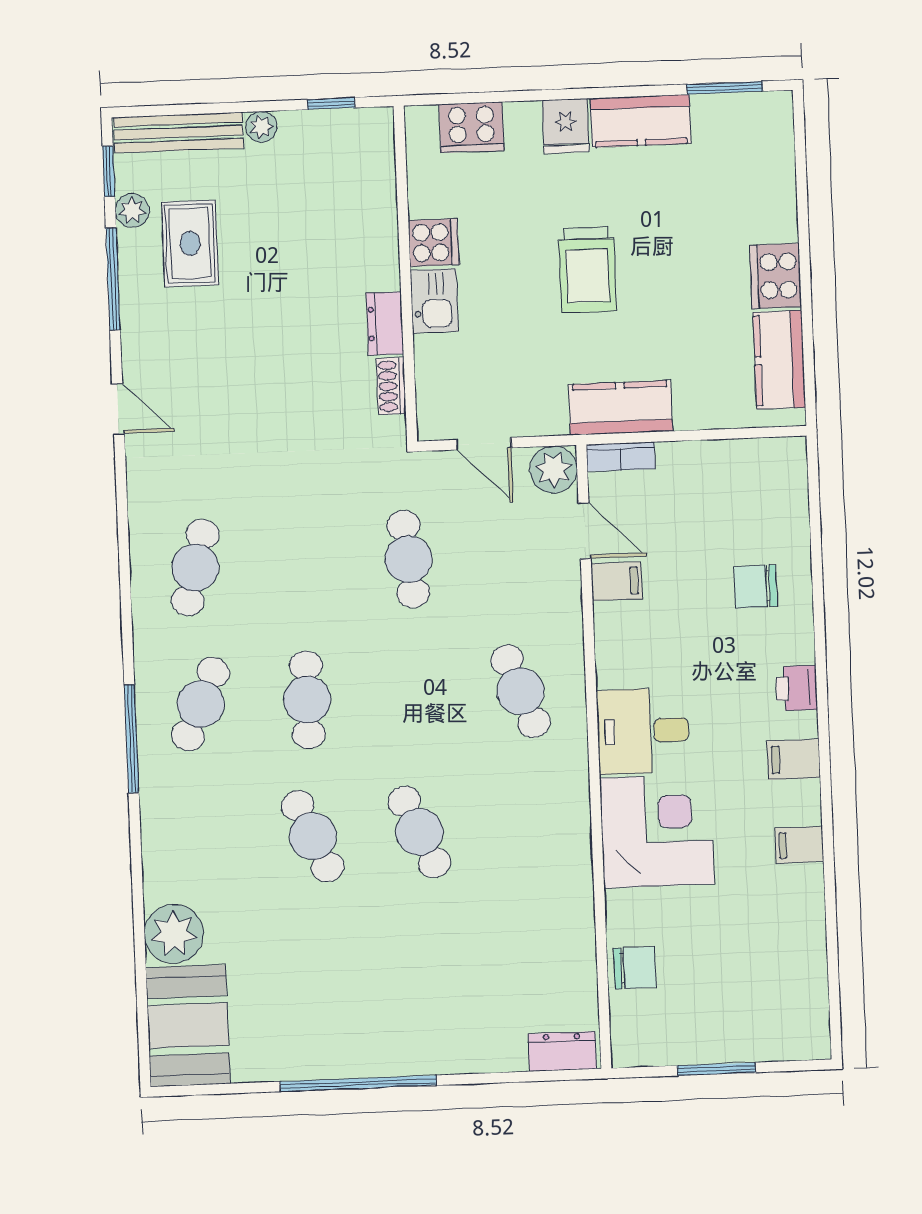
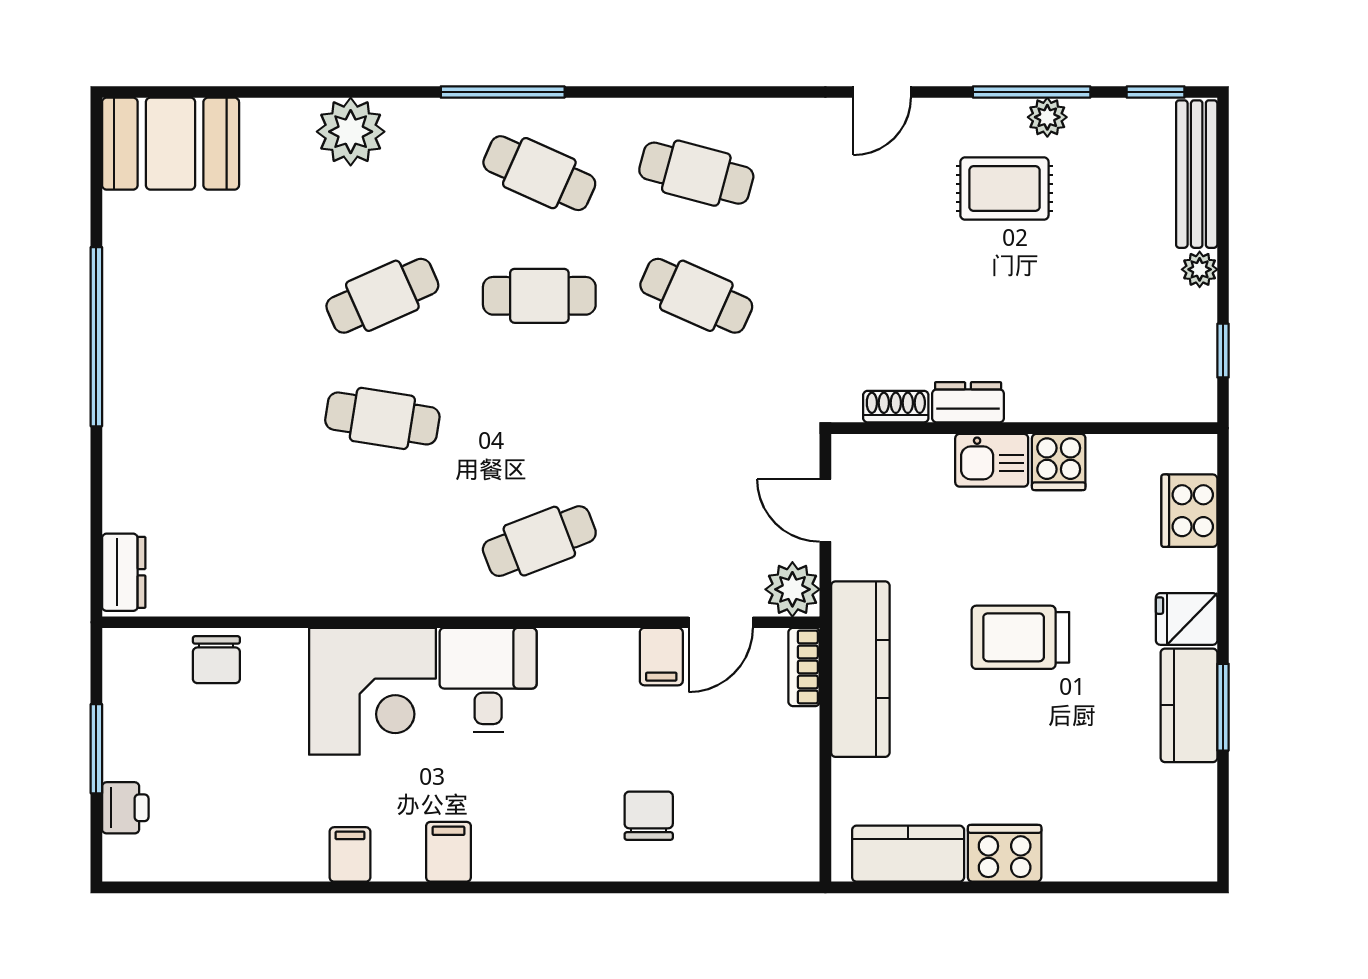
window: (725, 88) -> (1223, 707), moved
plant: (132, 210) -> (1047, 117), moved
rug: (190, 243) -> (1004, 189), moved
kitchen counter: (621, 408) -> (860, 669), width x1.50
door: (484, 444) -> (825, 510), hinge flipped
cafe table: (408, 559) -> (696, 296), moved, turned 30
printer: (797, 688) -> (125, 808), moved, turned 90
cafe table: (419, 832) -> (382, 418), turned 33
plant: (174, 934) -> (351, 132), moved

